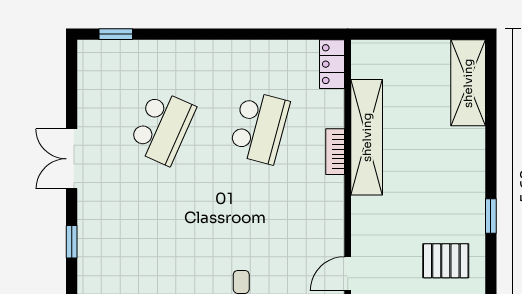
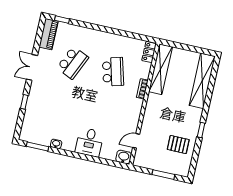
piano: (93, 74) -> (49, 34), added
shelving: (468, 83) -> (202, 81), width x1.47
school desk: (259, 127) -> (113, 72), turned -30
shelving: (367, 137) -> (160, 69), moved

